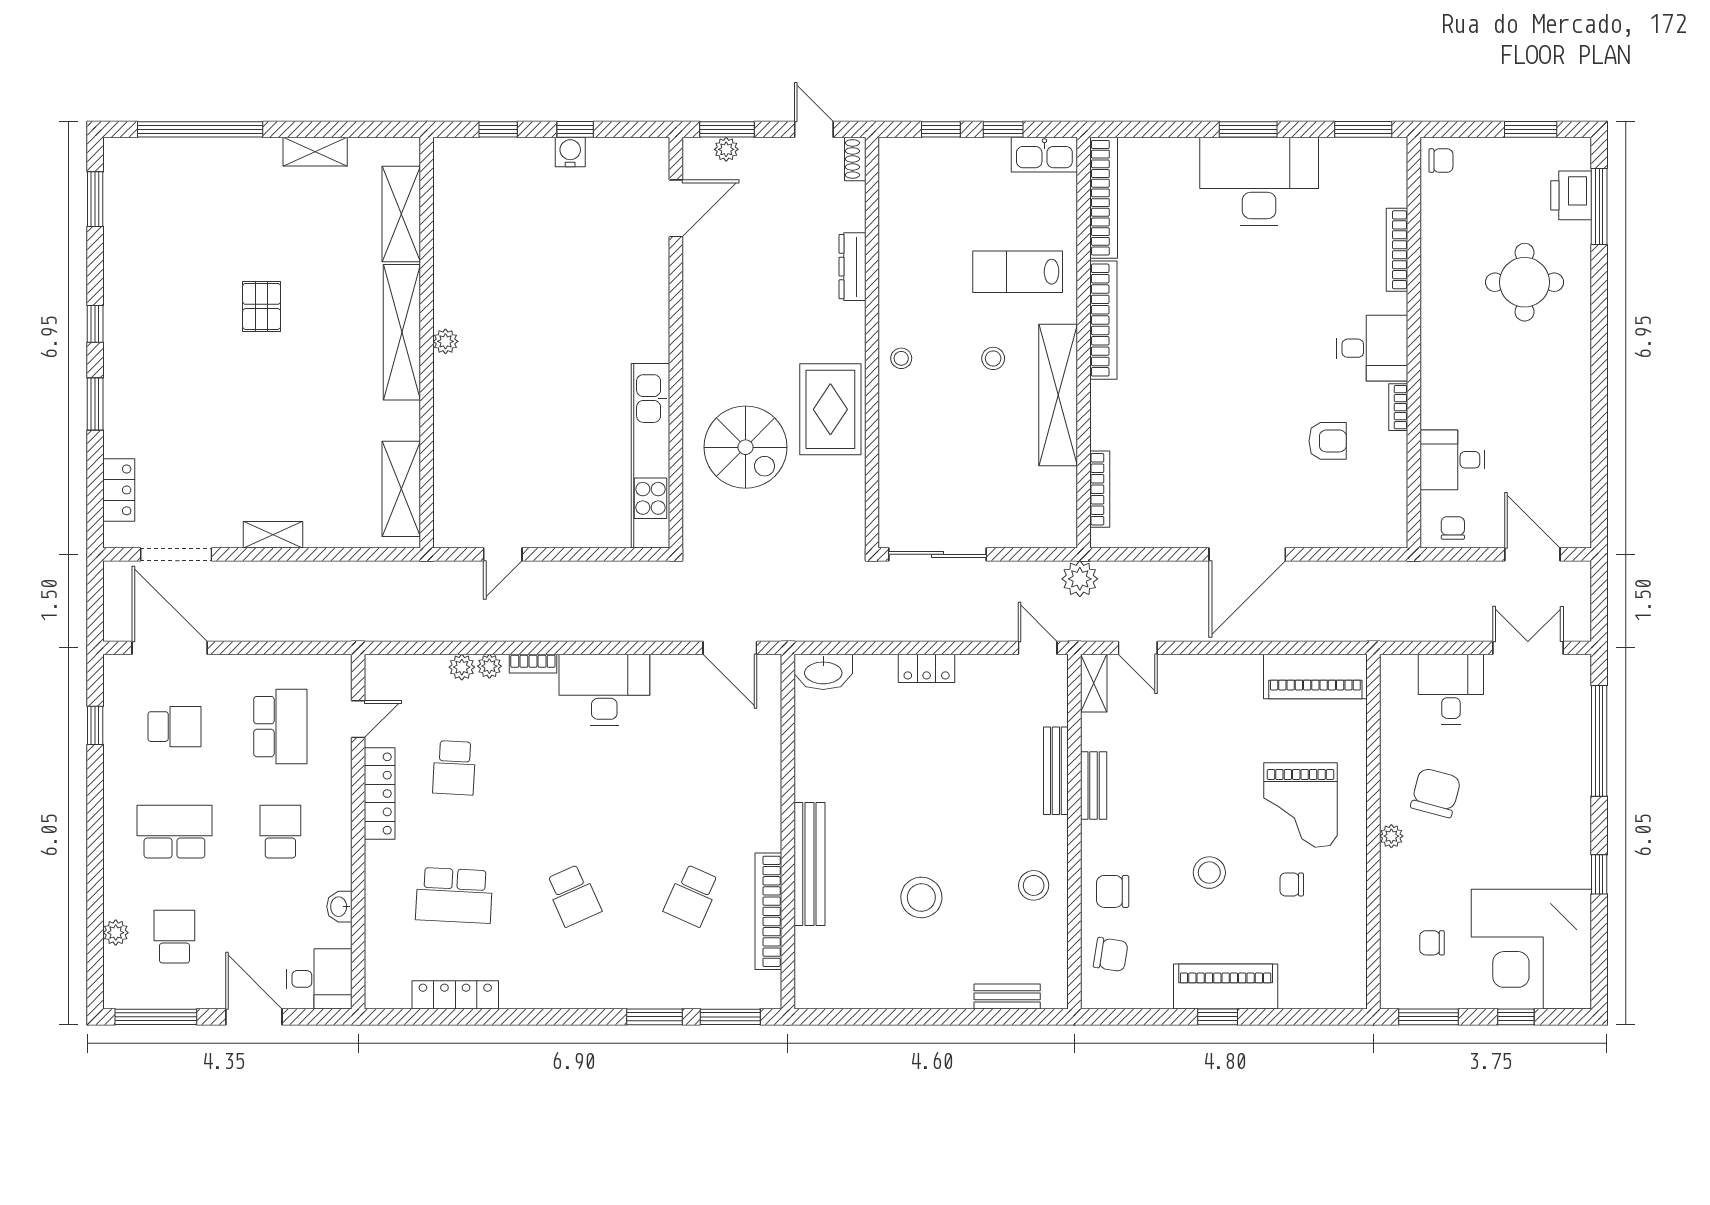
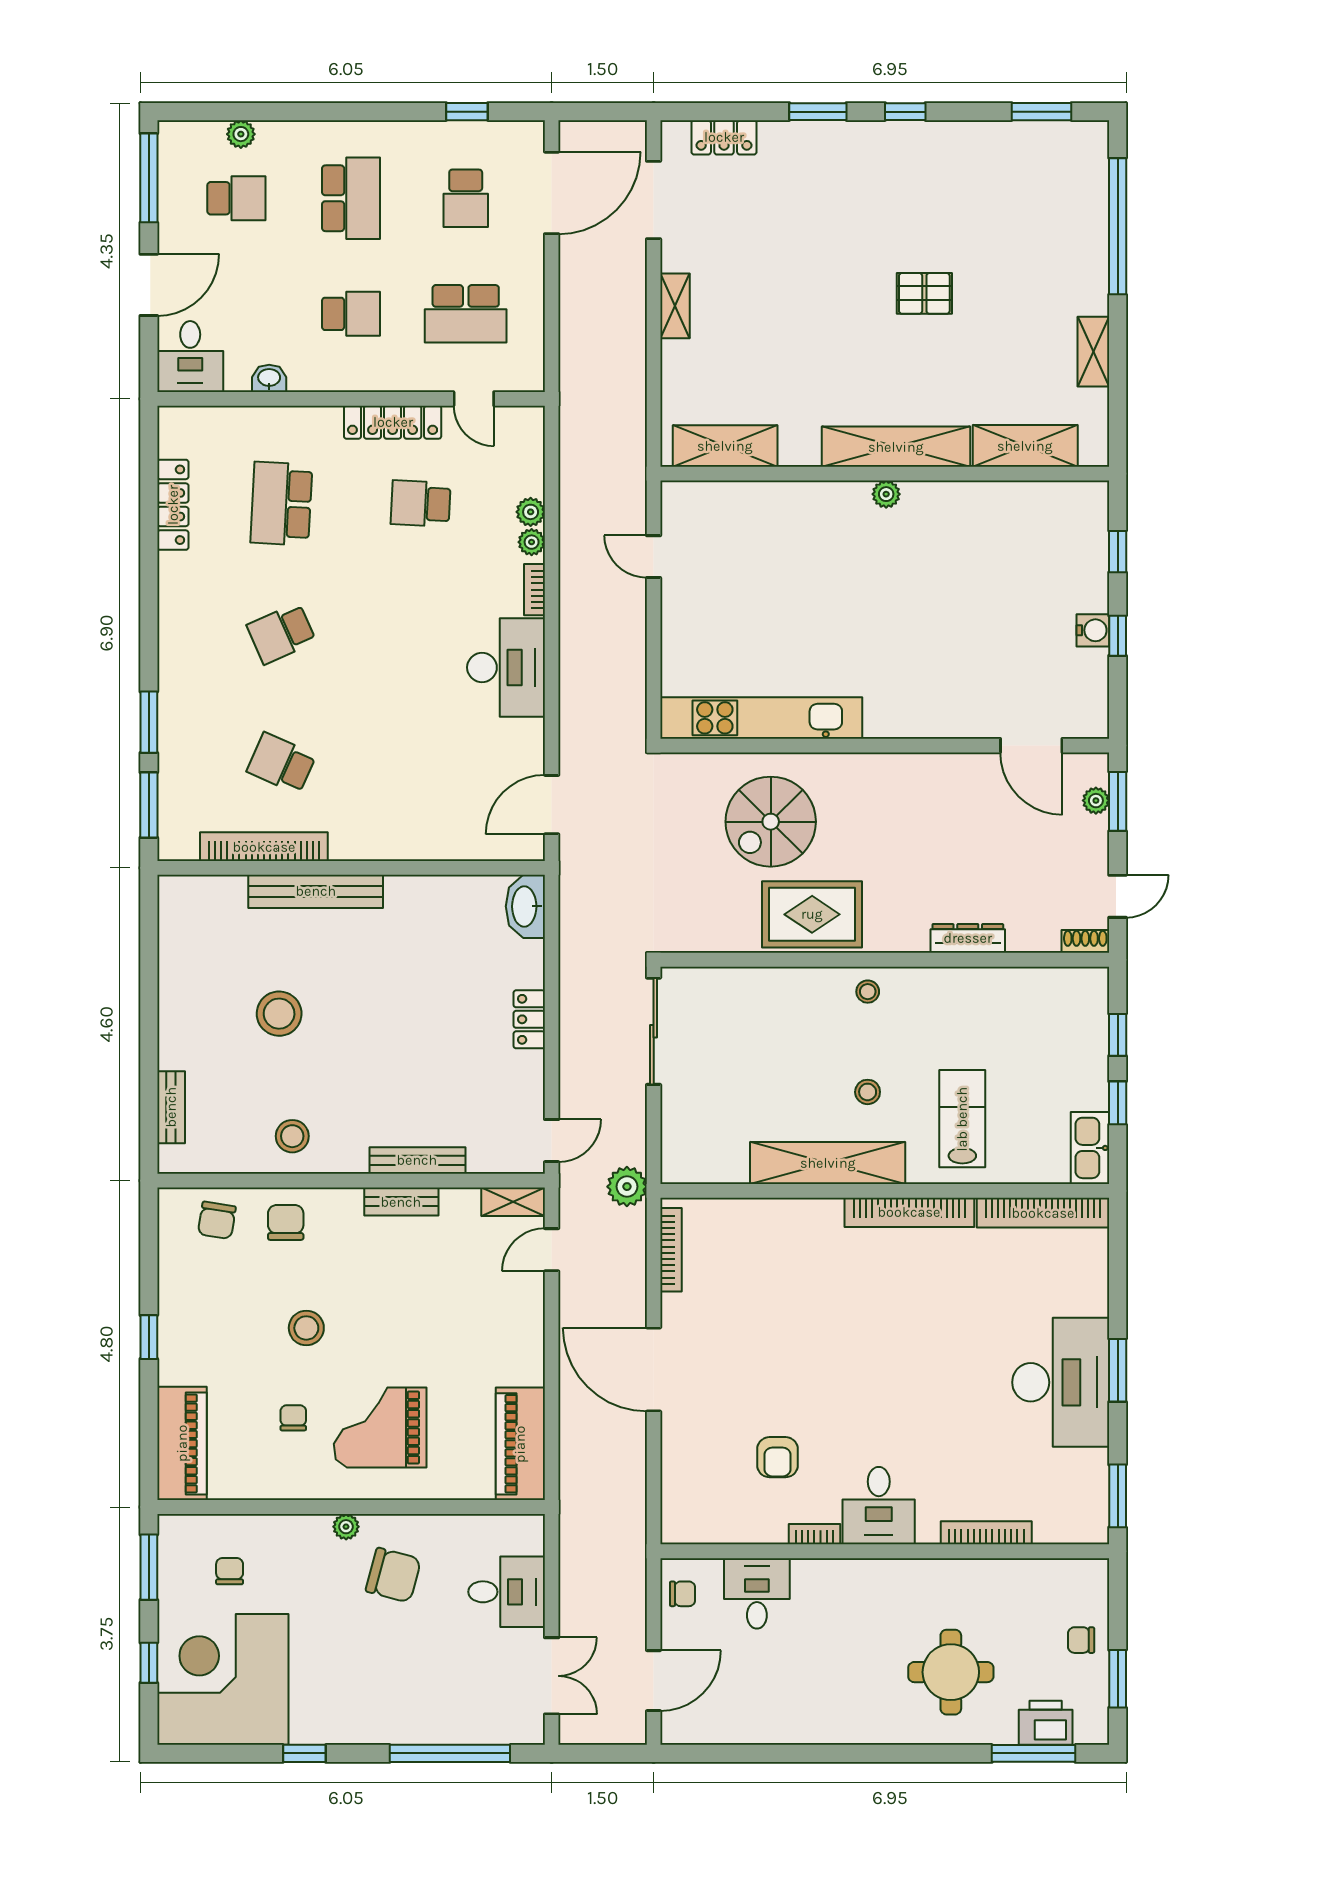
chair: (1441, 161) -> (1081, 1640), moved, turned 90
bookcase: (1100, 489) -> (671, 1250), moved, turned -90
piano: (1226, 986) -> (182, 1443), moved

